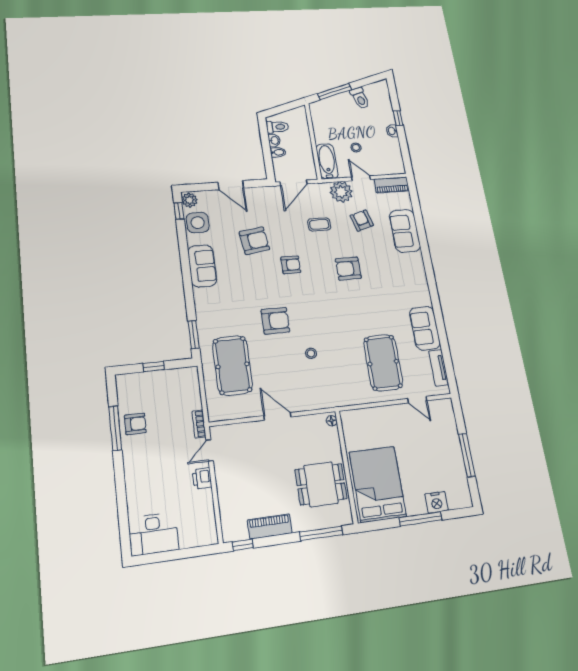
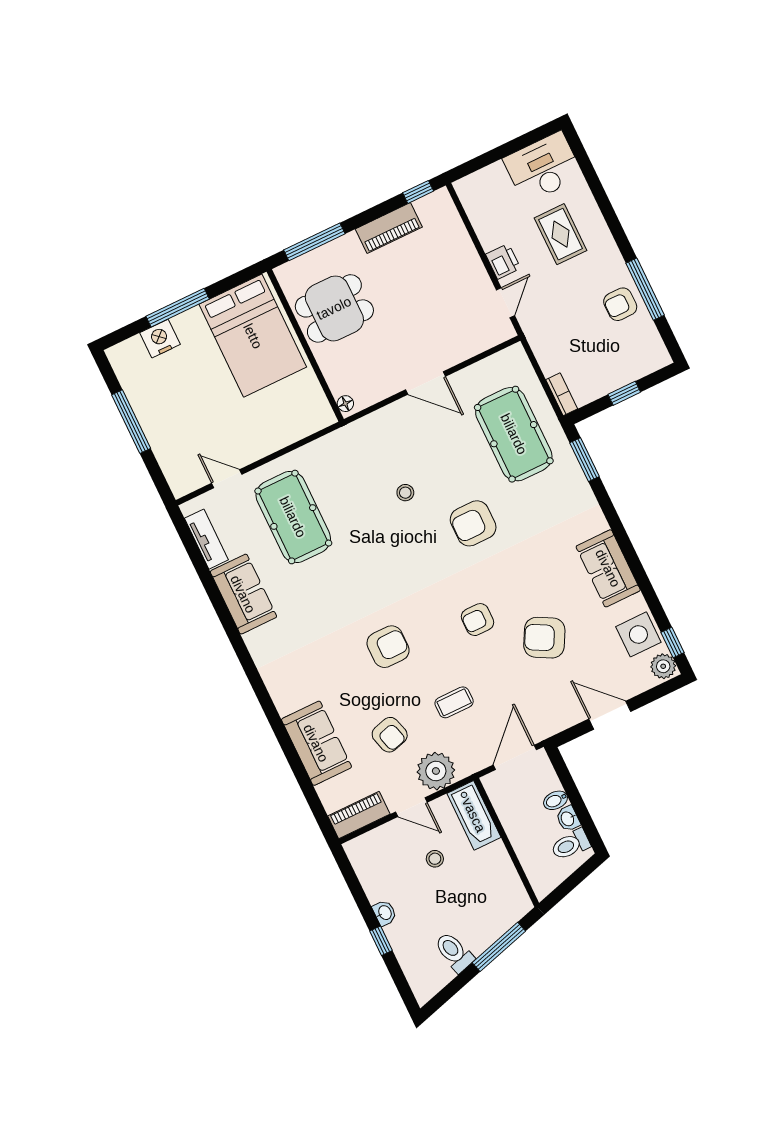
armchair: (254, 241) -> (544, 638), turned 36
bookcase: (199, 424) -> (562, 394), moved
rug: (158, 484) -> (561, 234), added

